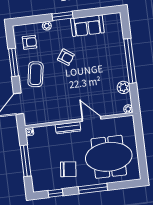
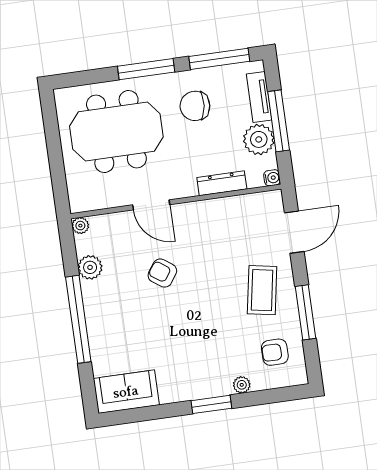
sofa: (87, 26) -> (126, 392), moved
armchair: (66, 57) -> (162, 273), moved
dresser: (68, 128) -> (222, 183), moved
plant: (36, 151) -> (259, 139), added
tv unit: (35, 173) -> (259, 97), added
window: (55, 193) -> (219, 59), width x2.17

